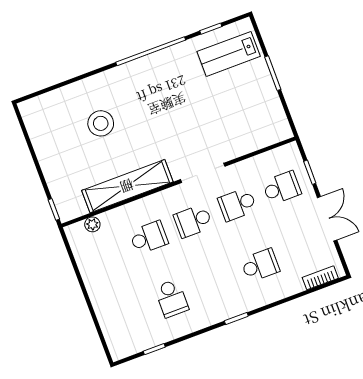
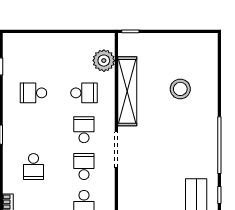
plant: (92, 224) -> (104, 61), width x1.88, depth x1.88
school desk: (149, 238) -> (84, 93), turned -90

